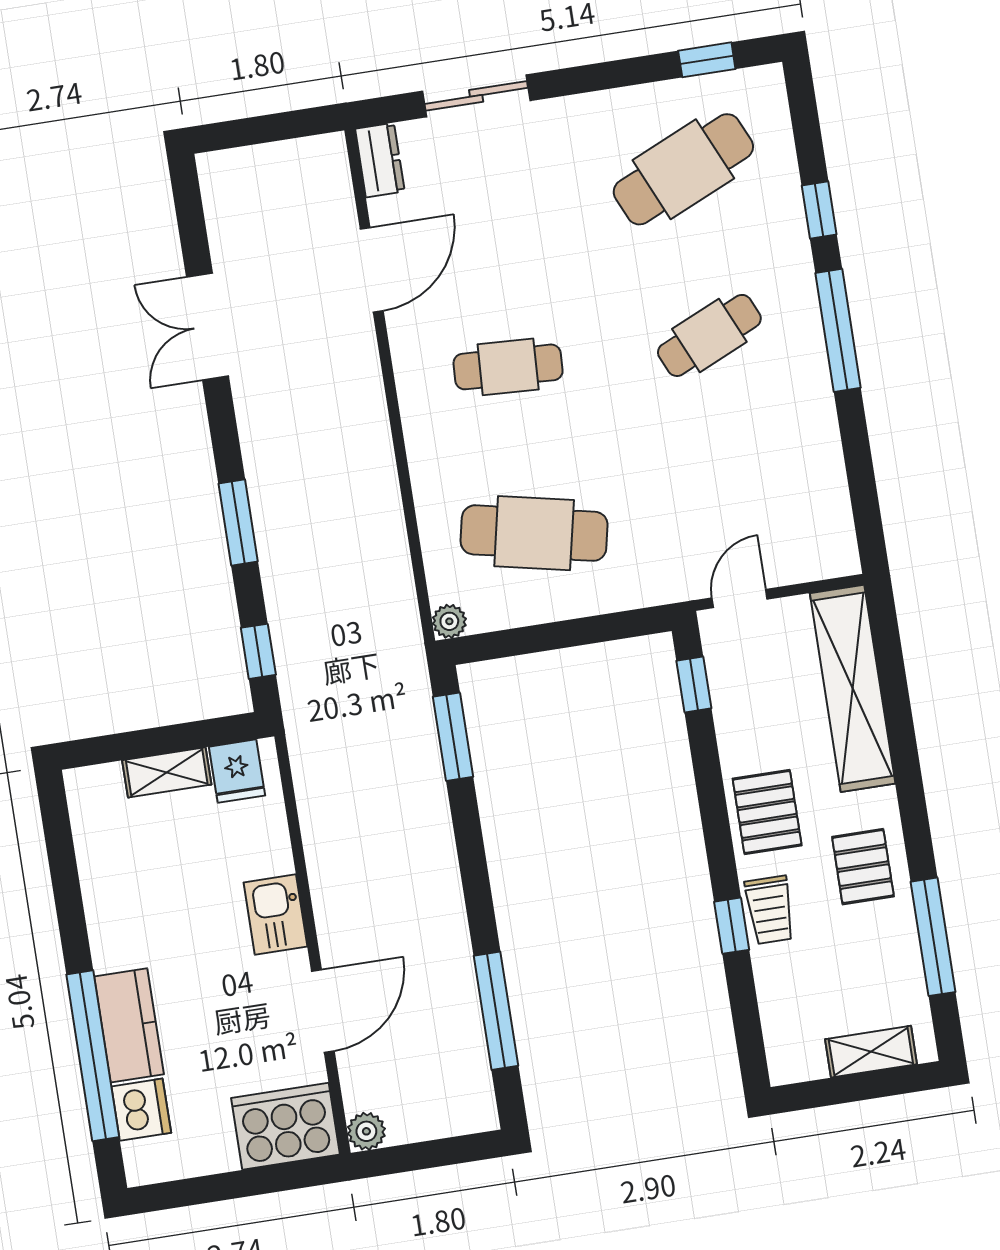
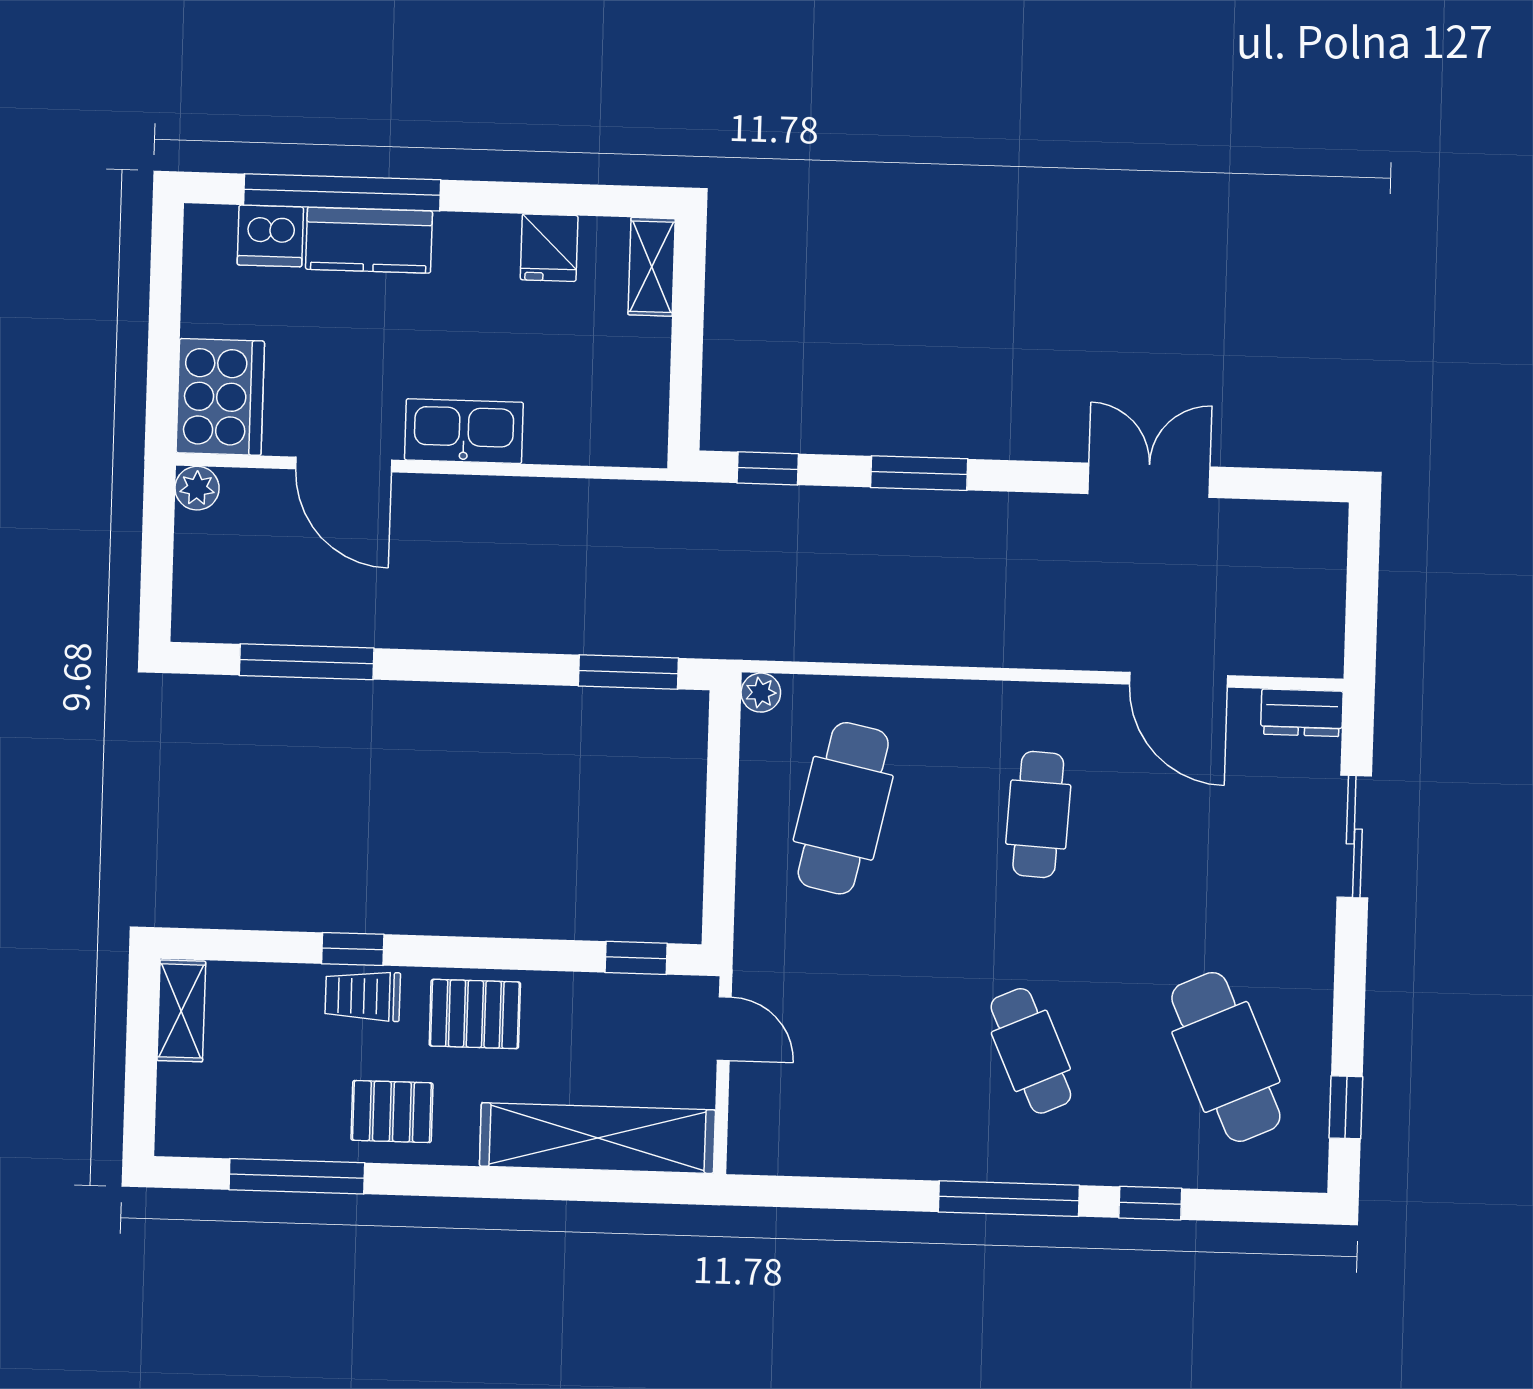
fridge: (237, 771) -> (549, 248), moved, turned -90
shelving: (167, 772) -> (652, 267), moved
kitchen sink: (275, 915) -> (464, 431), width x1.38
shelving: (871, 1052) -> (181, 1011), moved

